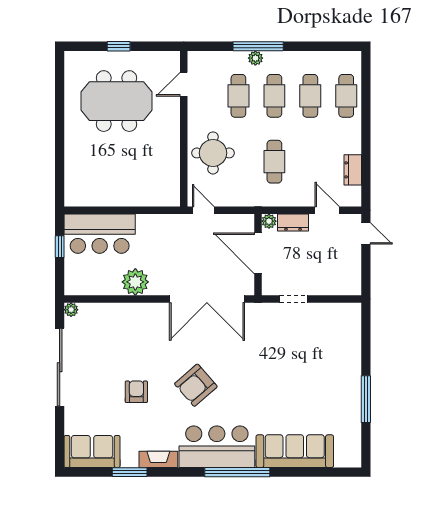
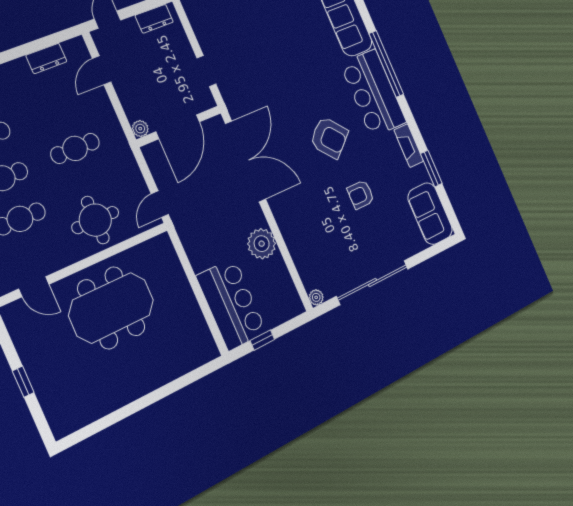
meeting table: (116, 101) -> (111, 308), moved, turned 90
dresser: (293, 223) -> (154, 19), moved, turned 90

